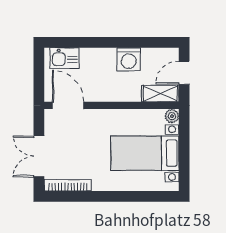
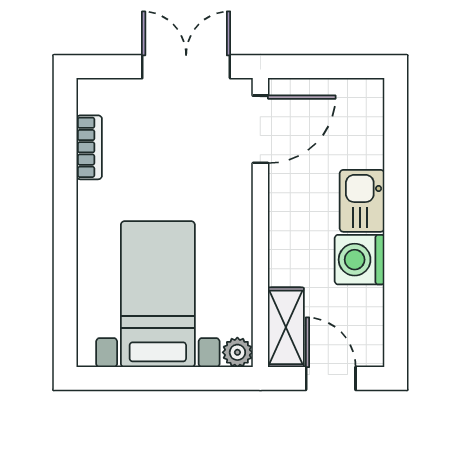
kitchen sink: (65, 58) -> (362, 201), moved
double door: (39, 156) -> (186, 67), moved
bookcase: (68, 185) -> (89, 147), width x0.64

